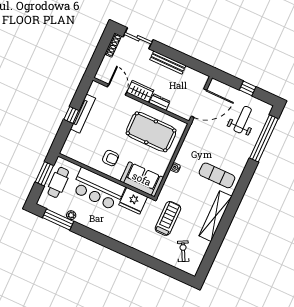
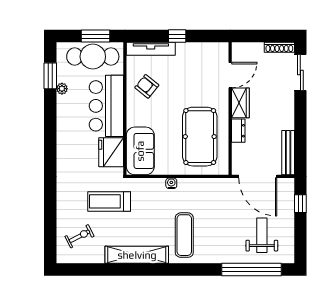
bench: (168, 63) -> (288, 153), moved
window: (248, 88) -> (300, 204), moved
tv unit: (83, 114) -> (151, 49), moved
weight bench: (243, 120) -> (262, 235), turned -90
armchair: (111, 158) -> (147, 86), moved, turned 129
cafe table: (58, 182) -> (93, 57), width x1.37, depth x1.35
treadmill: (168, 218) -> (109, 201), turned 180
window: (58, 220) -> (50, 76), width x0.69

